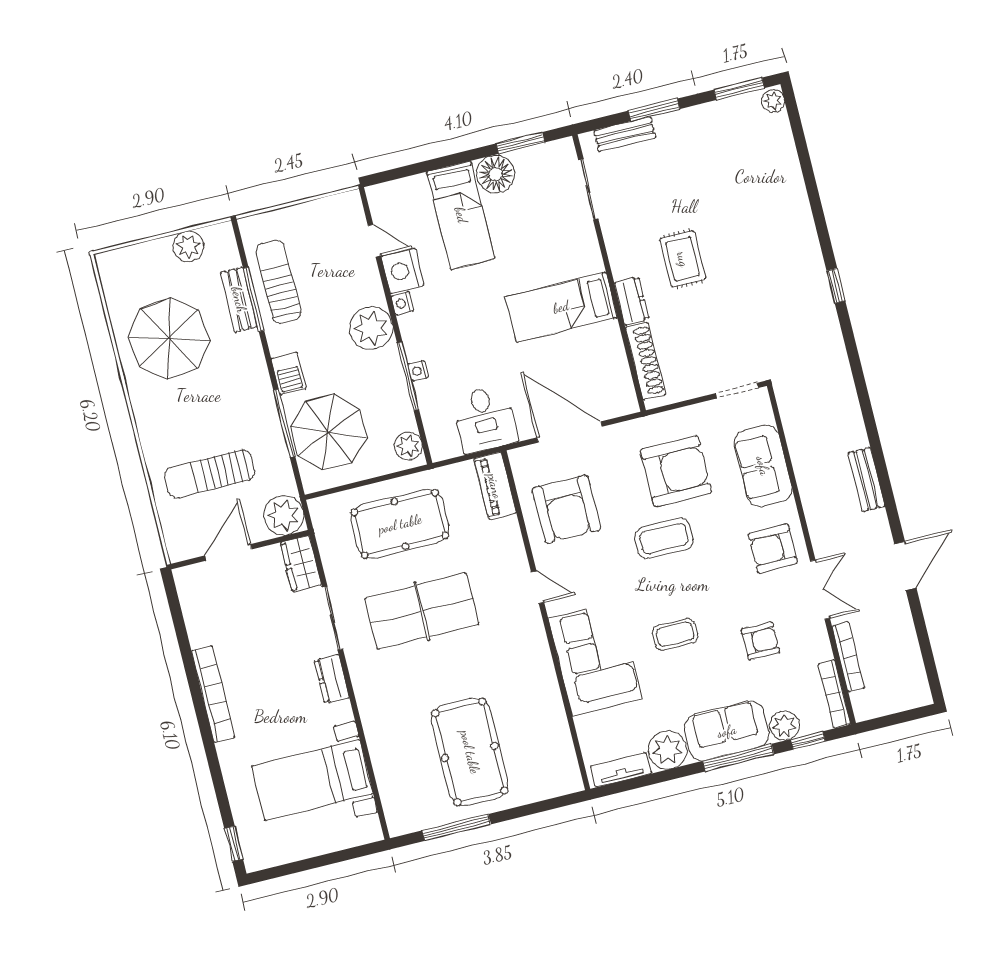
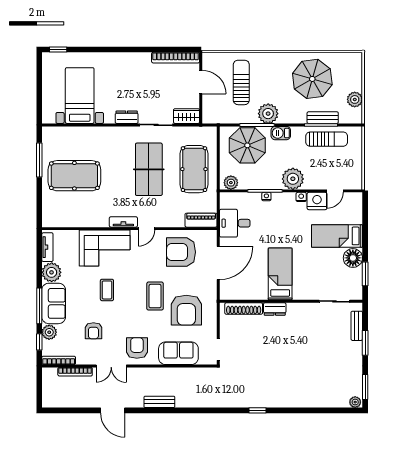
rug: (683, 259) -> (289, 339), removed
plant: (284, 515) -> (268, 114), moved
tv unit: (536, 635) -> (123, 222), added
bookcase: (213, 694) -> (176, 58), moved

